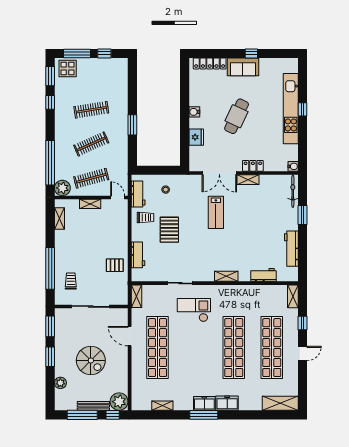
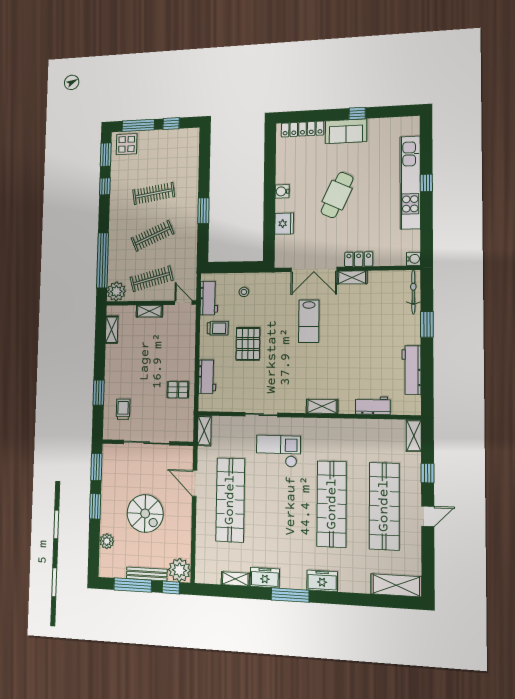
window: (50, 268) -> (99, 393), width x0.47
freezer: (204, 403) -> (265, 578), moved

